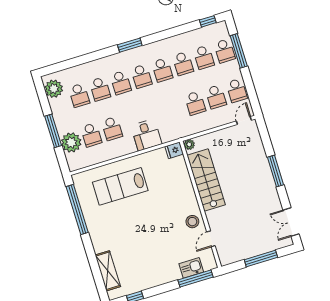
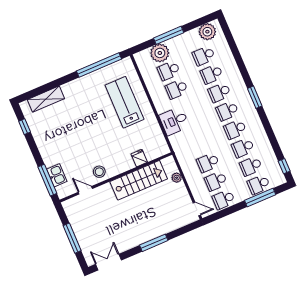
plant: (189, 144) -> (177, 178), moved
fridge: (174, 150) -> (139, 158), moved

